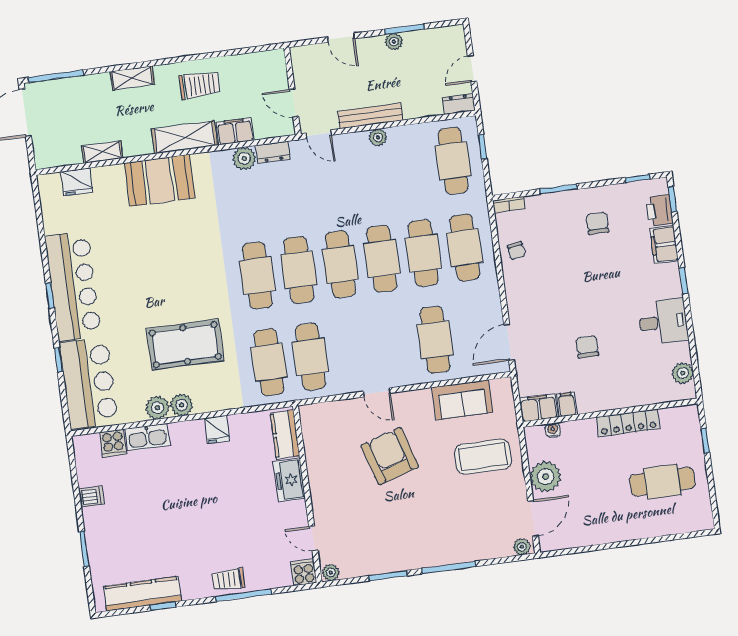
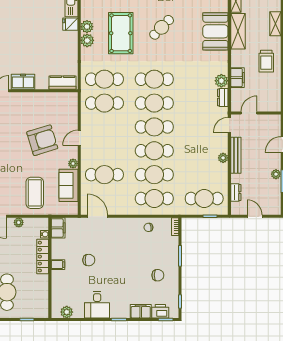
dresser: (459, 104) -> (236, 193), moved
shelving: (185, 137) -> (238, 31), moved
cafe table: (165, 275) -> (162, 27), added
plant: (423, 397) -> (73, 164), added
filing cabinet: (567, 404) -> (58, 265), moved
plant: (157, 408) -> (87, 40), moved
locker: (628, 423) -> (43, 257), moved
fridge: (217, 430) -> (70, 24), moved
plant: (546, 477) -> (19, 222), width x0.53, depth x0.53
freezer: (289, 480) -> (23, 82), moved

